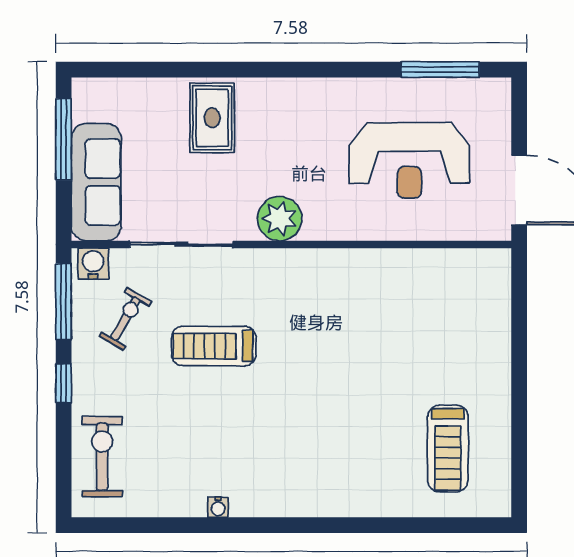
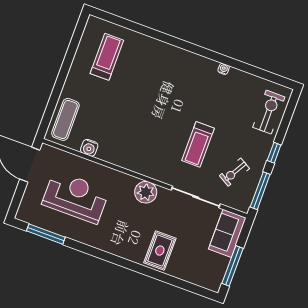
sofa: (96, 182) -> (227, 233), width x0.73
water cooler: (93, 264) -> (89, 148), moved
exercise mat: (483, 301) -> (65, 119), added
treadmill: (214, 346) -> (198, 144), turned 90
exercise bike: (102, 457) -> (269, 112), turned 180

